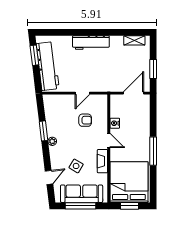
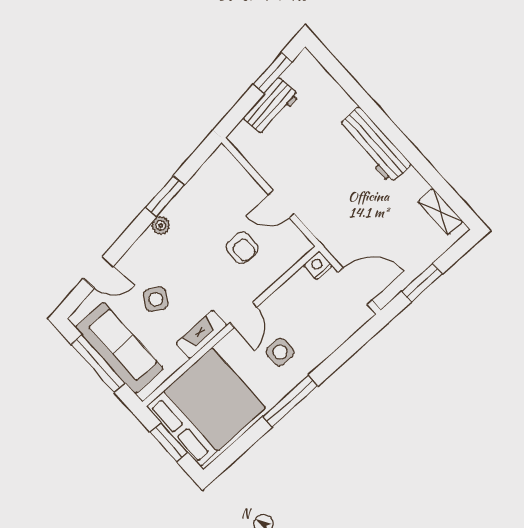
workbench: (48, 66) -> (271, 107), width x0.53, depth x0.76
nightstand: (115, 123) -> (318, 265), moved
side table: (133, 139) -> (280, 352), added

